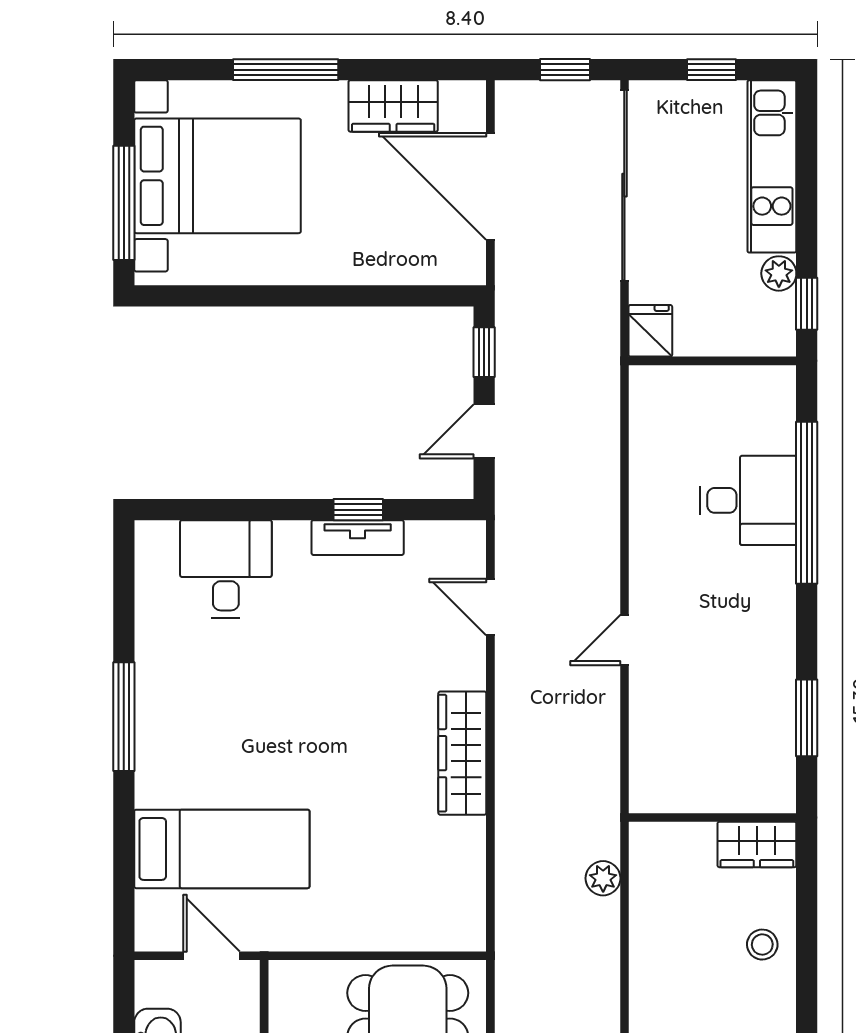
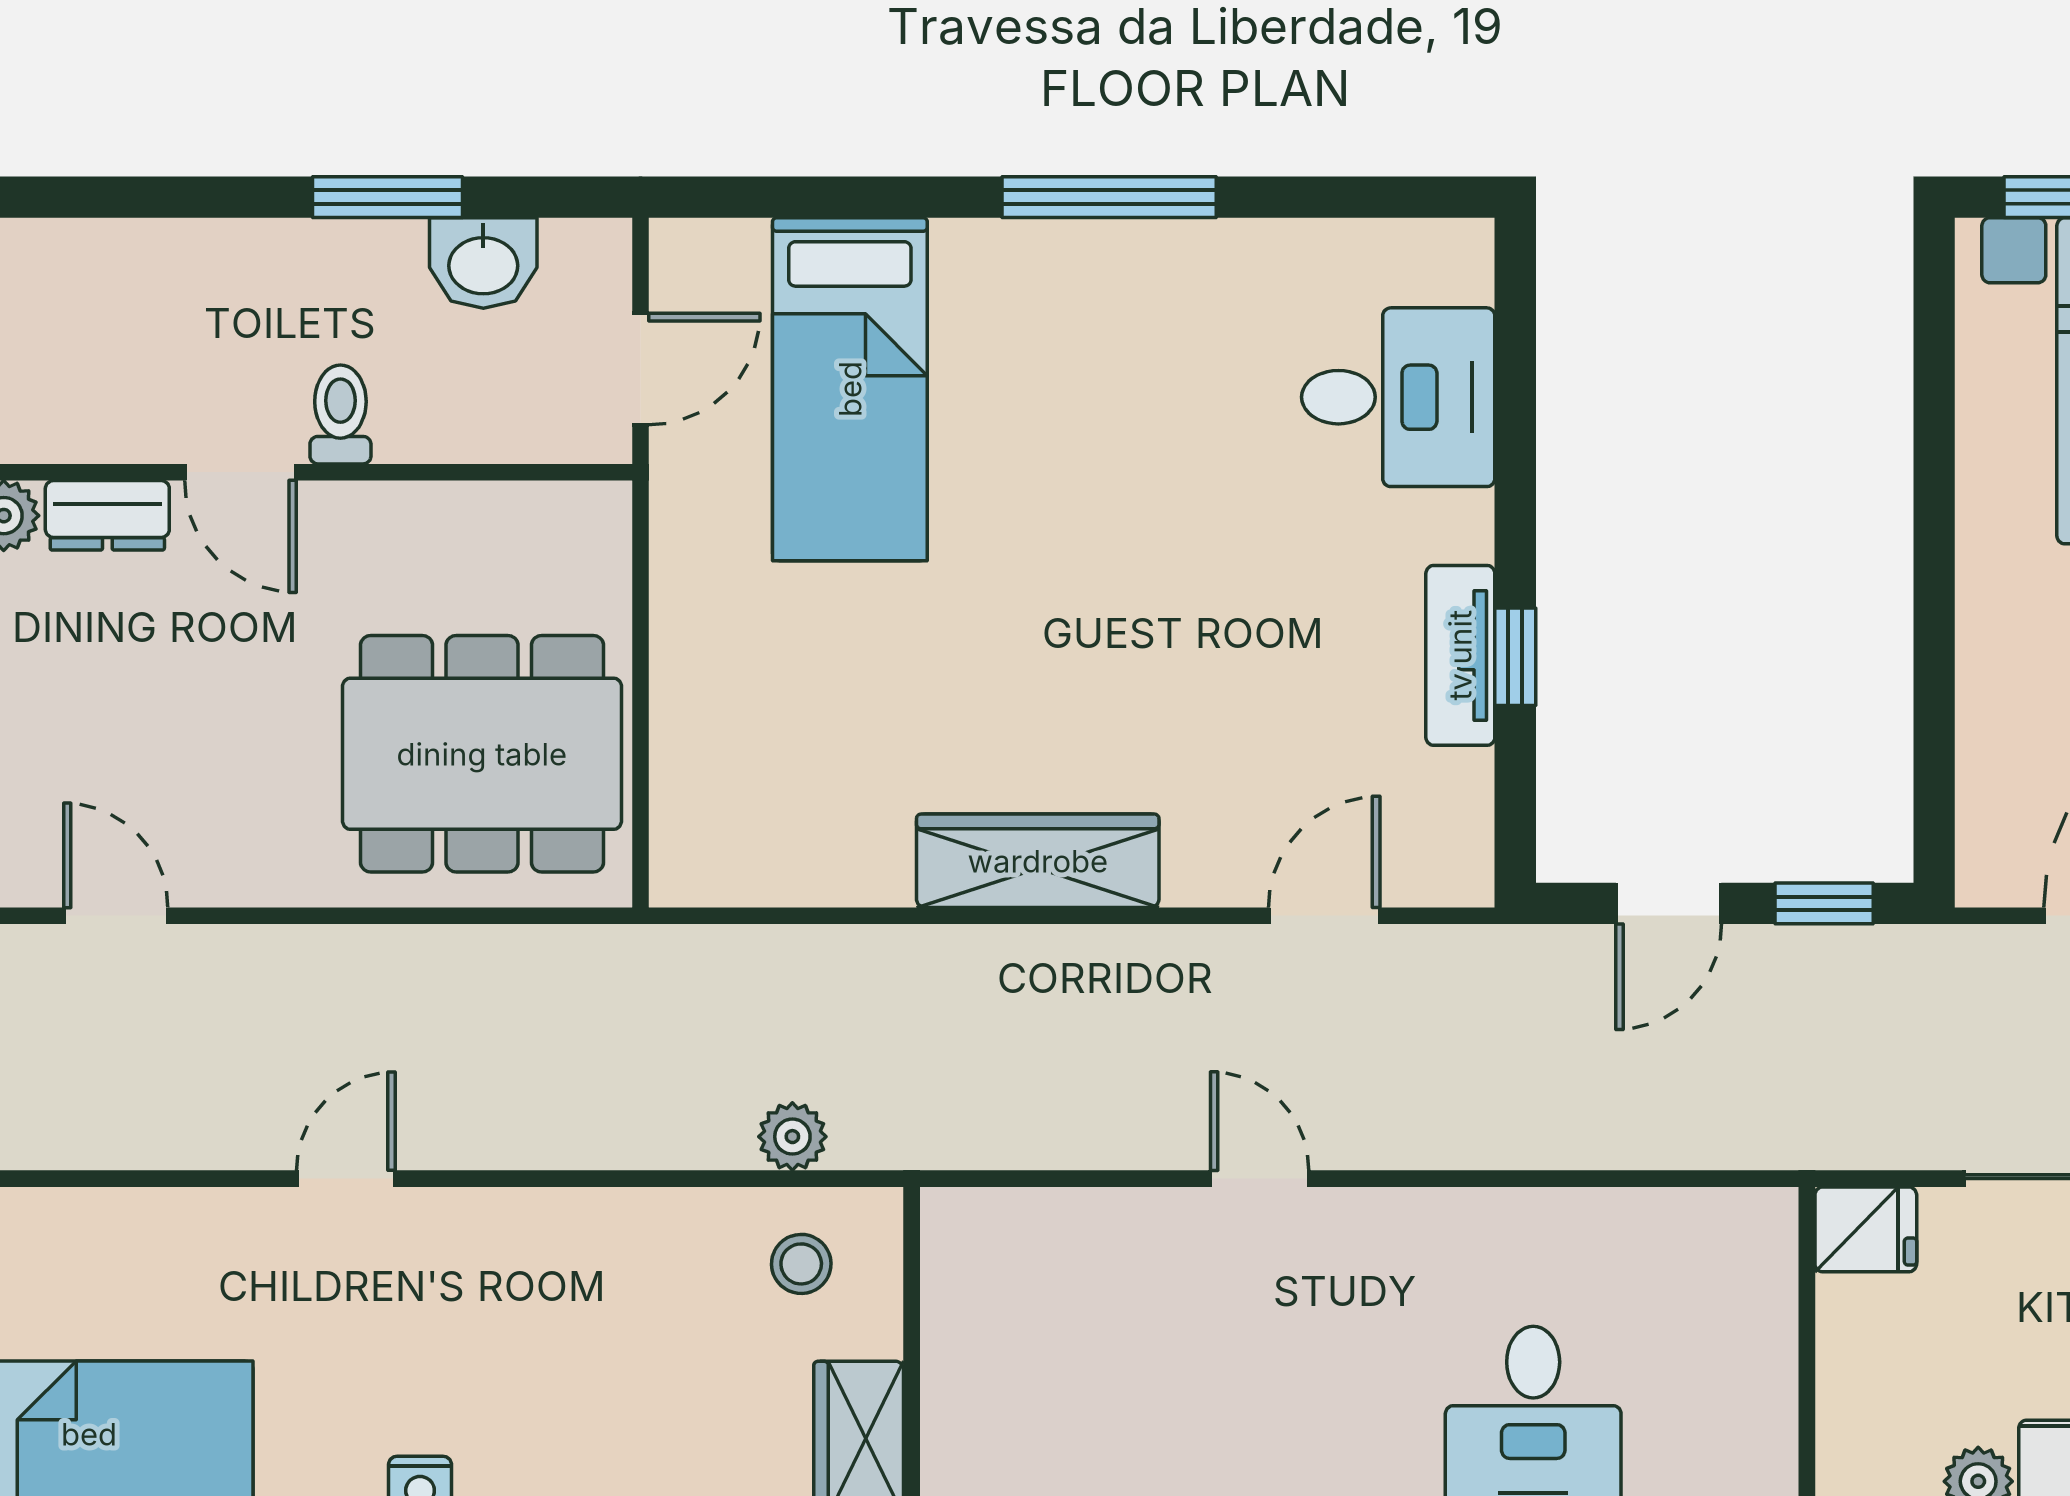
door: (484, 431) -> (1669, 903), swing flipped
stool: (762, 945) -> (801, 1264), moved

